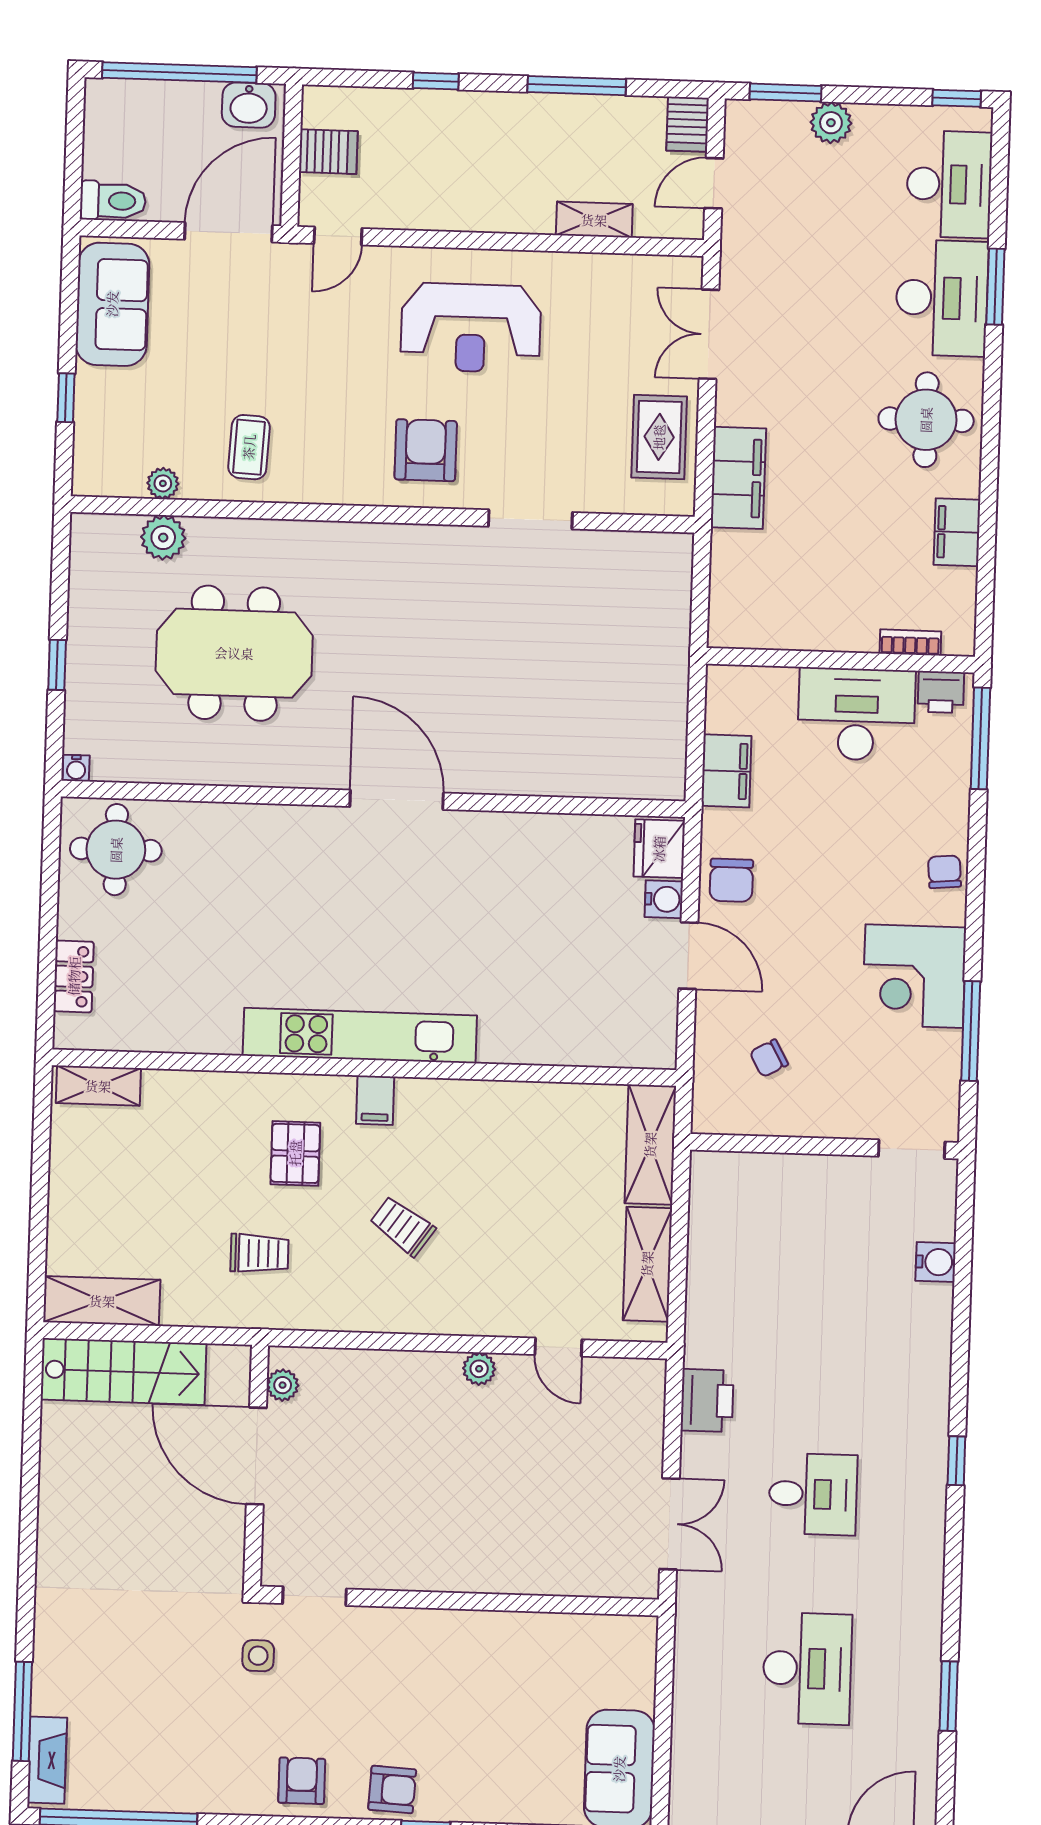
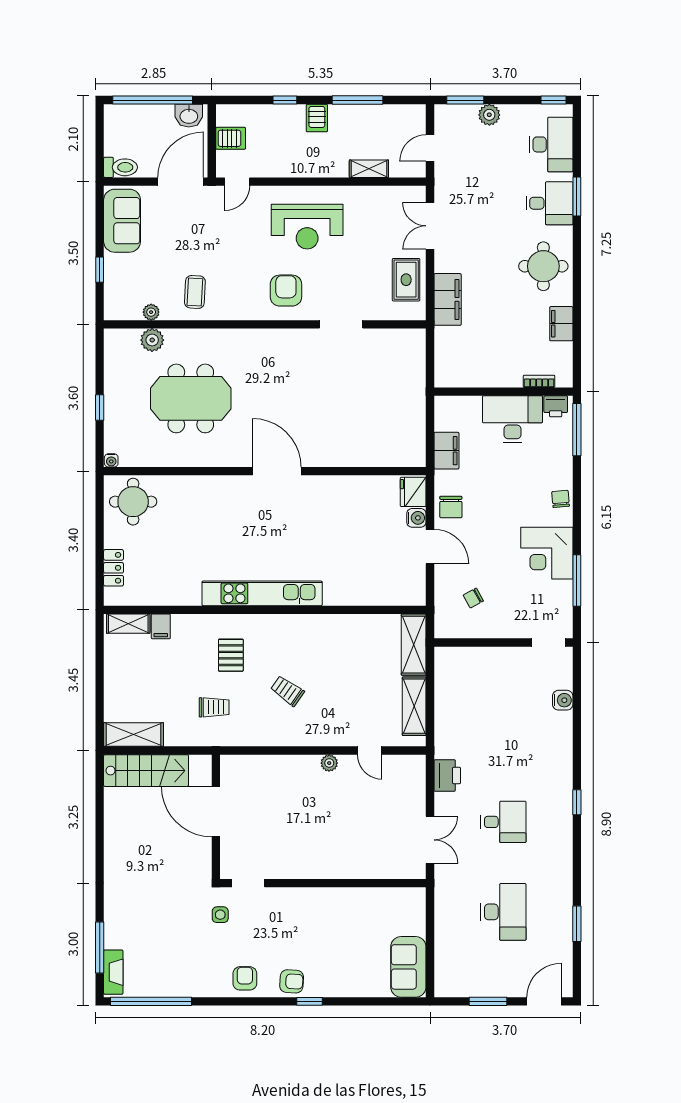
server rack: (688, 124) -> (317, 118), moved
desk: (942, 298) -> (549, 203), width x0.73
filing cabinet: (375, 1100) -> (161, 626), moved
plant: (283, 1385) -> (228, 775), removed

